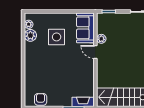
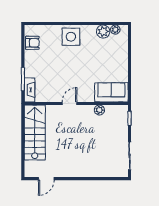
side table: (57, 37) -> (71, 37), moved
door: (95, 52) -> (70, 103), moved

